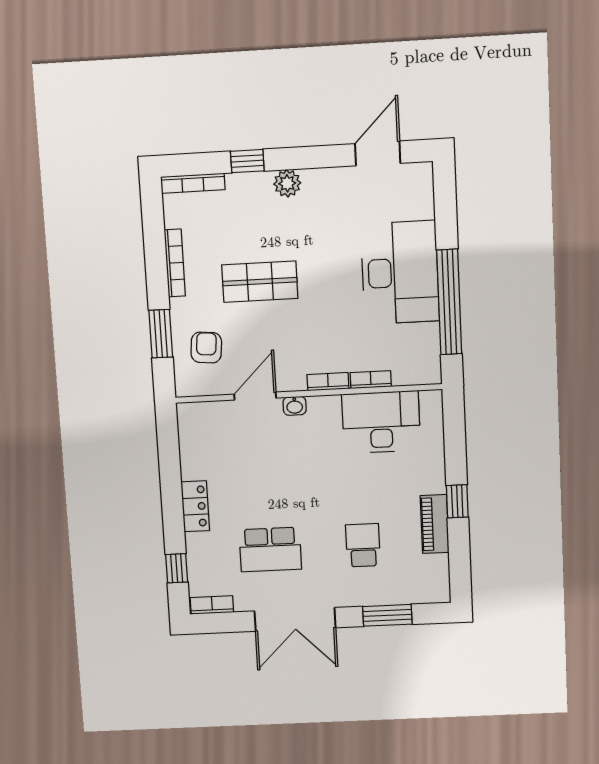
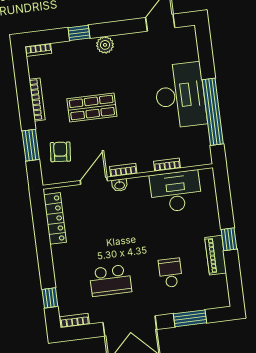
bookcase: (193, 183) -> (38, 50), width x0.64
bookcase: (328, 382) -> (123, 170), moved
locker: (195, 506) -> (55, 218), moved, width x1.53

